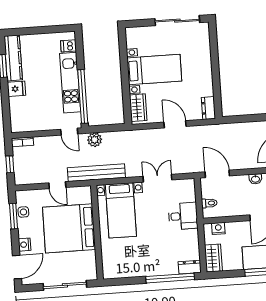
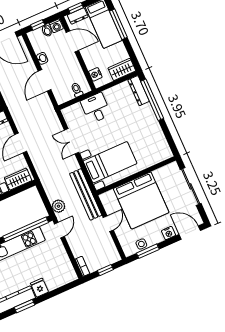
door: (217, 174) -> (44, 80), moved
dresser: (190, 267) -> (139, 91), width x1.44

